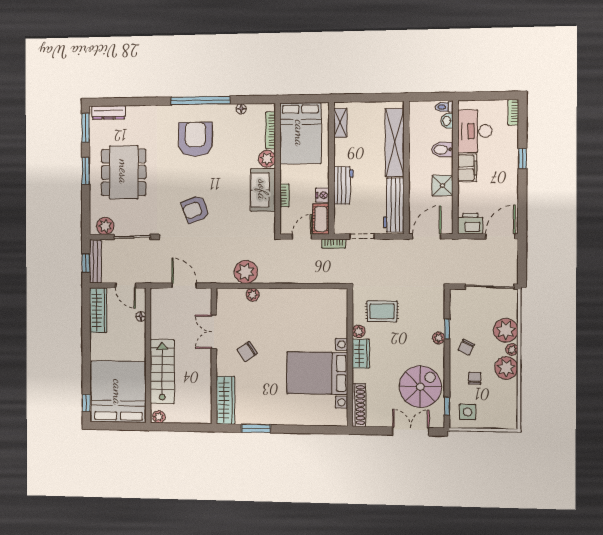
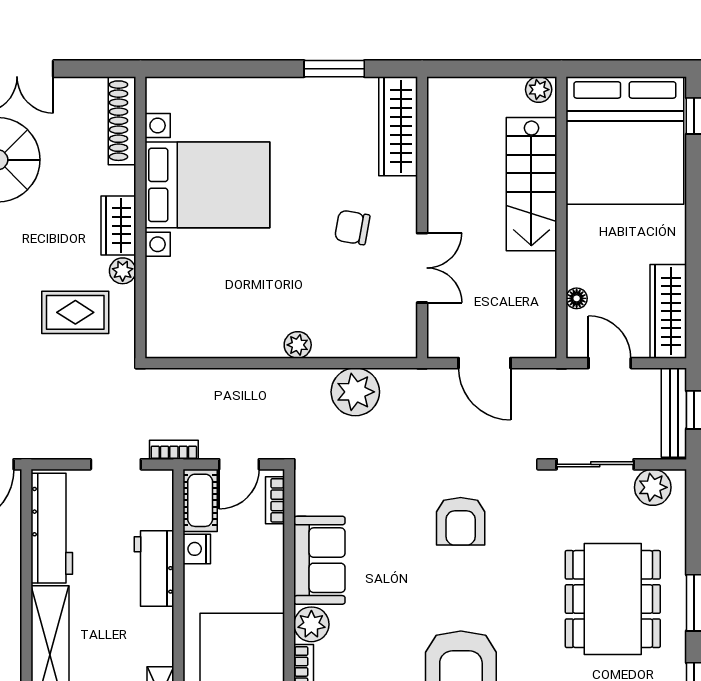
bookcase: (284, 195) -> (275, 500), moved
armchair: (195, 209) -> (461, 521), turned 110
plant: (253, 295) -> (298, 345), moved
chair: (247, 352) -> (352, 227), turned -135

